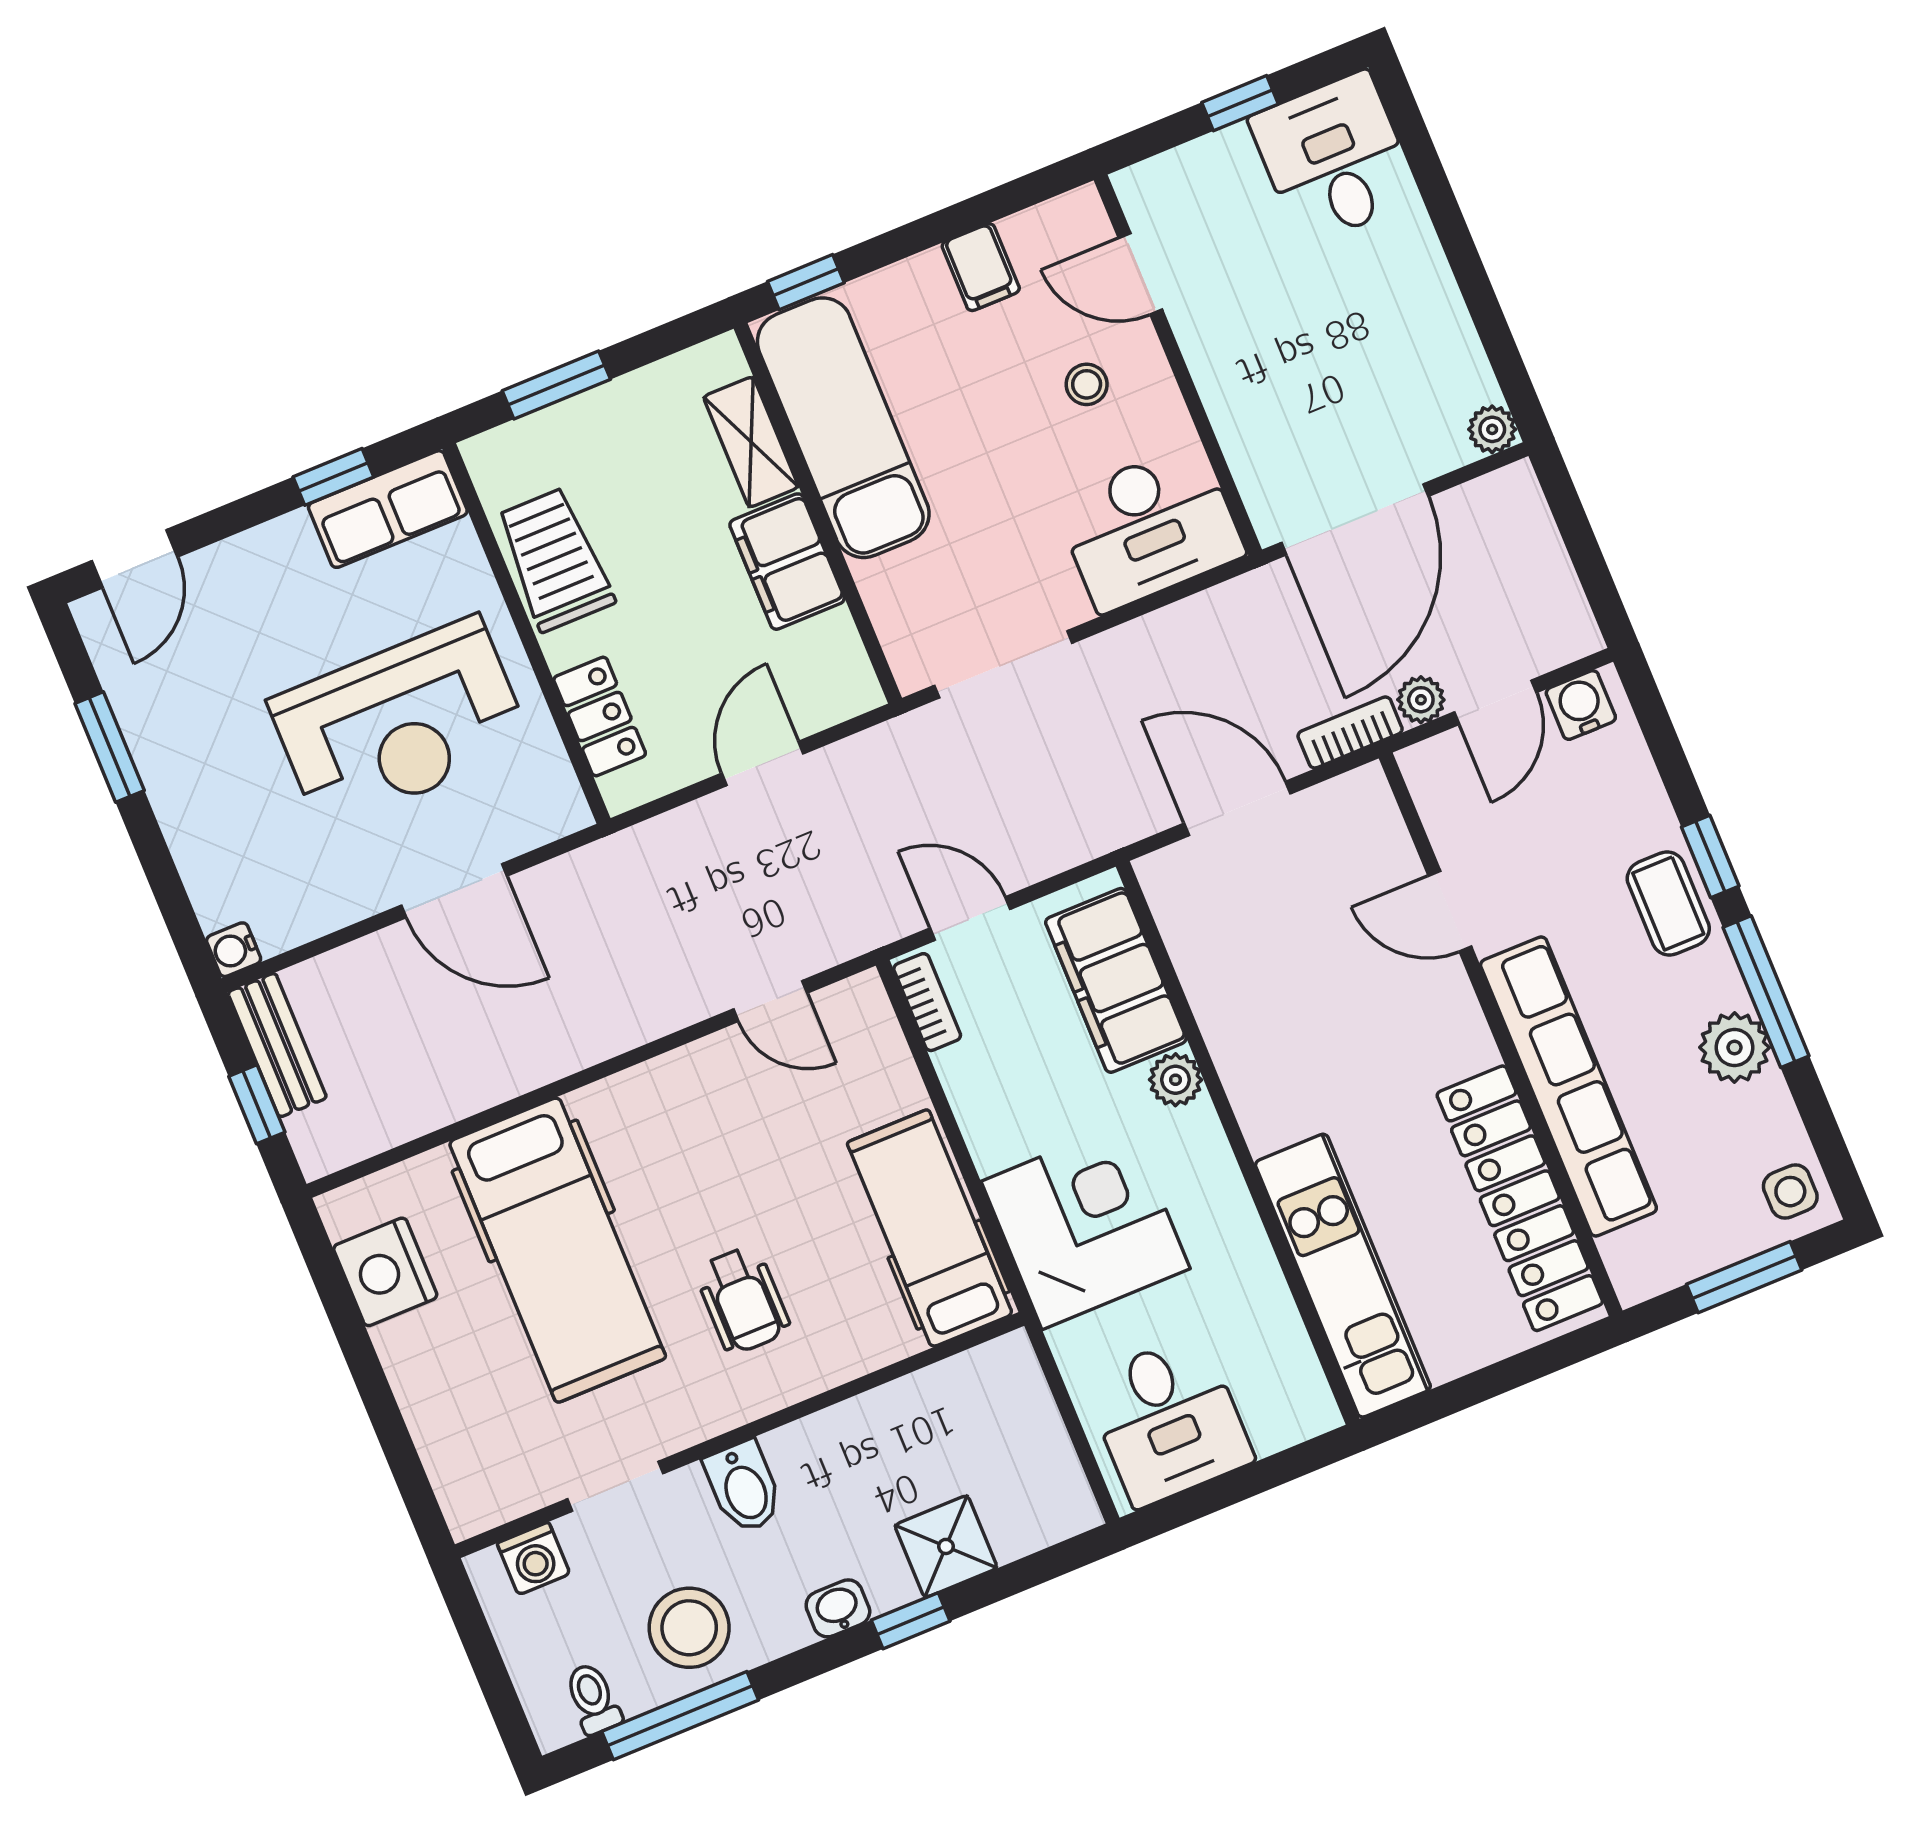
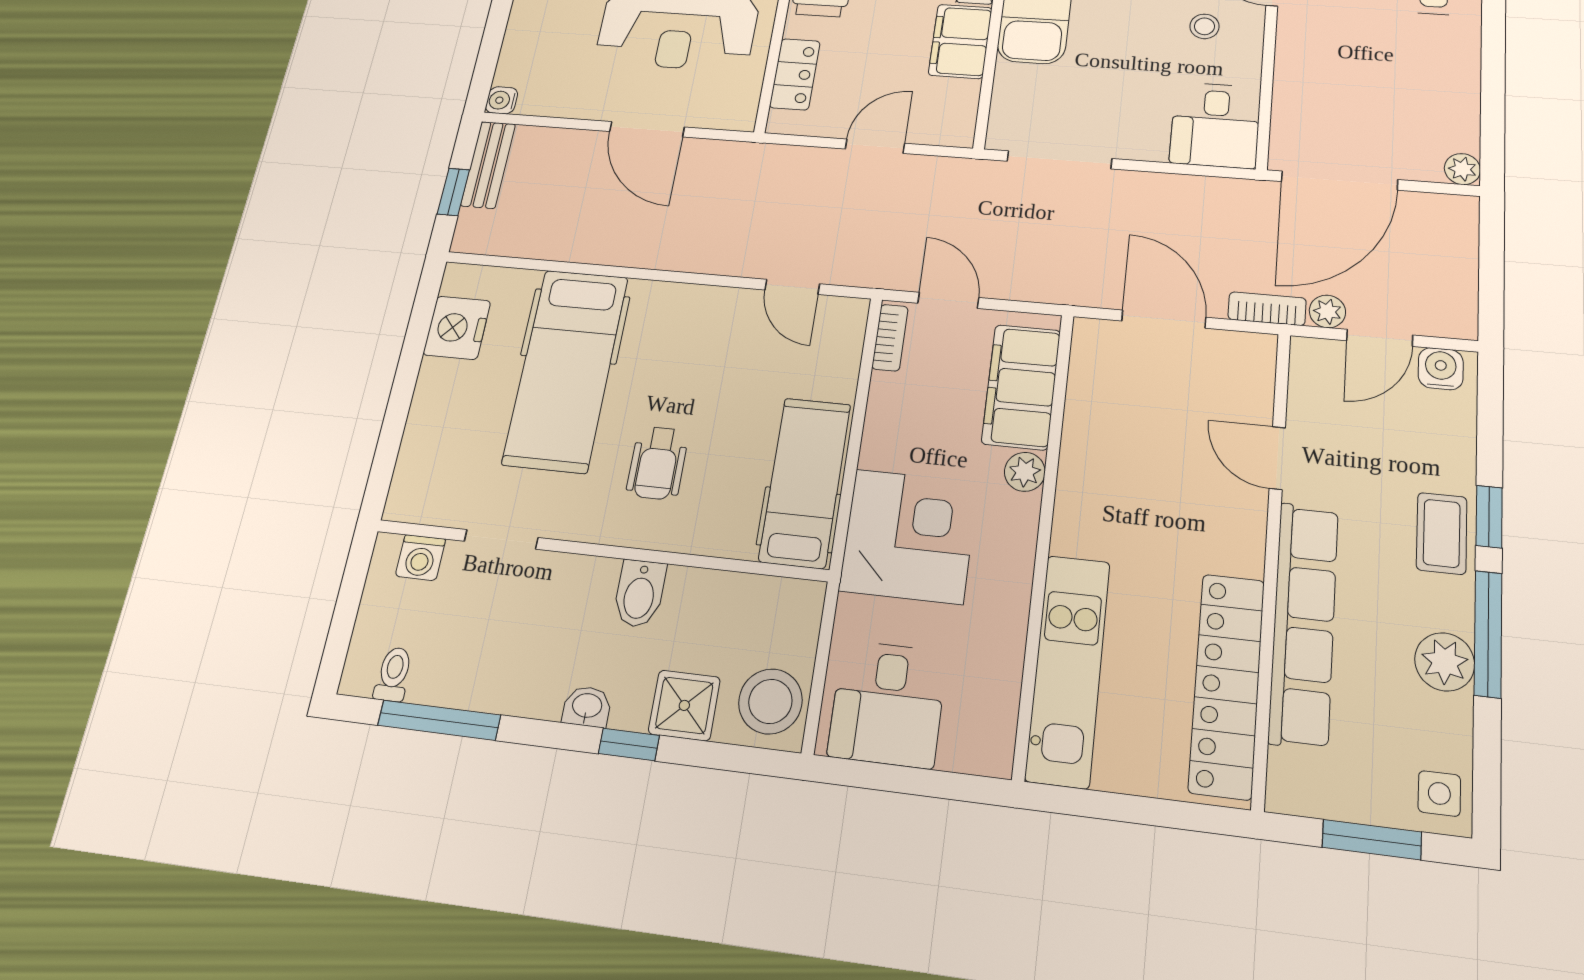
desk: (1149, 527) -> (1215, 125), width x0.73
bidet: (744, 1487) -> (640, 594), moved
stool: (689, 1628) -> (770, 701), moved

